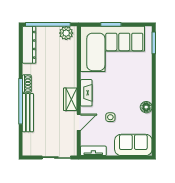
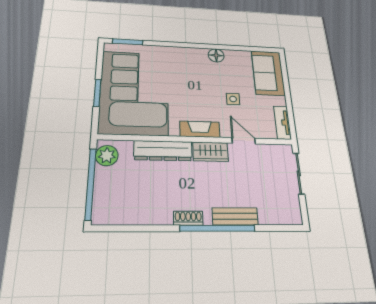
dresser: (29, 45) -> (163, 151), moved, turned 180
bench: (28, 113) -> (235, 216), width x0.73

